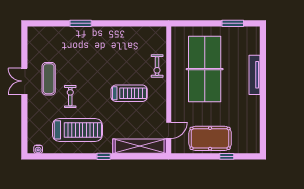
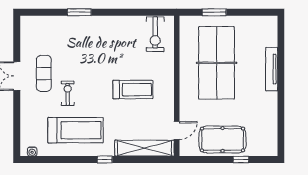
window: (233, 23) -> (214, 12), moved
exercise bike: (157, 66) -> (155, 34), moved, width x1.38, depth x1.39

